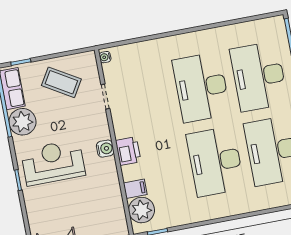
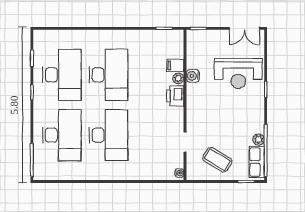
plant: (22, 122) -> (259, 140), width x0.53, depth x0.53
water cooler: (105, 149) -> (193, 76), moved
reception desk: (53, 162) -> (238, 74), moved
plant: (142, 210) -> (178, 78), moved, width x0.53, depth x0.53

